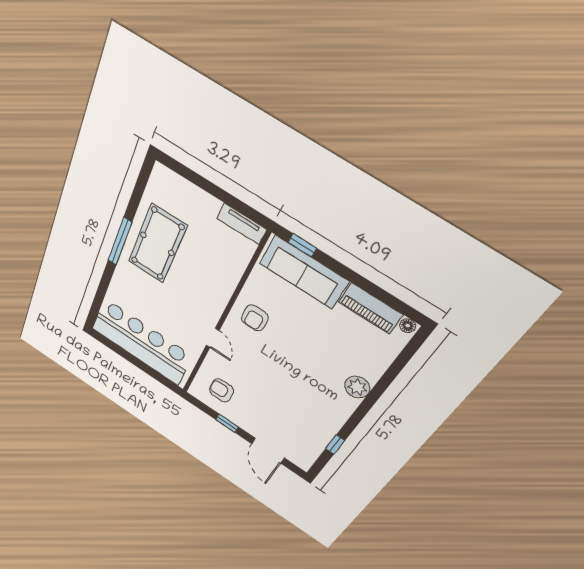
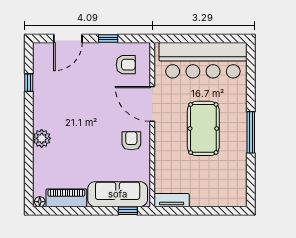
pool table: (157, 244) -> (203, 128), moved
door: (213, 338) -> (152, 104), width x1.87
door: (268, 451) -> (68, 39), swing flipped

